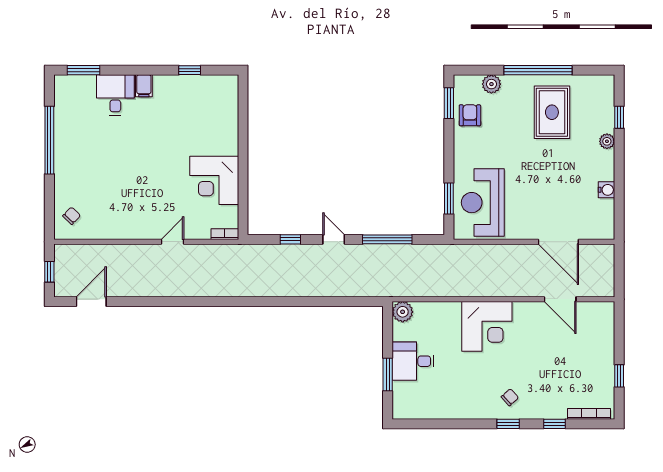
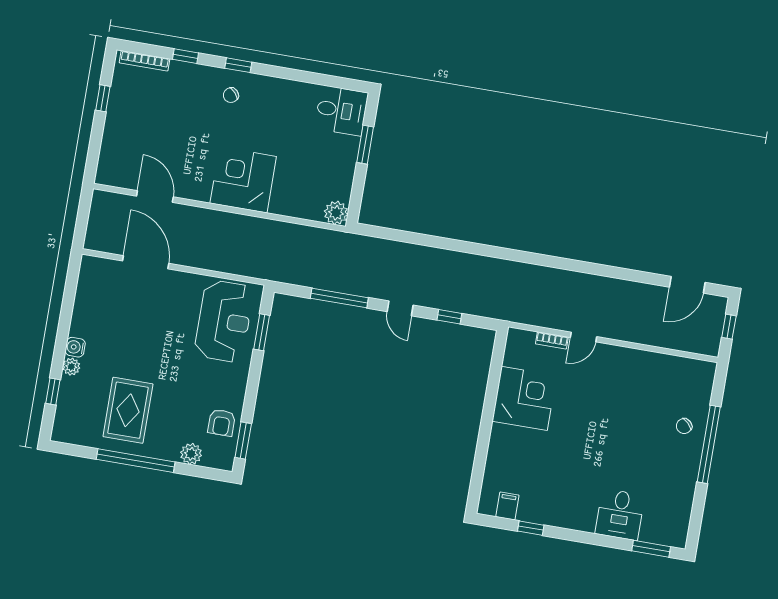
filing cabinet: (144, 86) -> (507, 506), moved
window: (49, 140) -> (709, 444), moved
water cooler: (606, 190) -> (75, 347), moved
chair: (72, 216) -> (684, 426), moved
bookcase: (225, 234) -> (552, 340), moved
desk: (413, 361) -> (341, 111), moved

